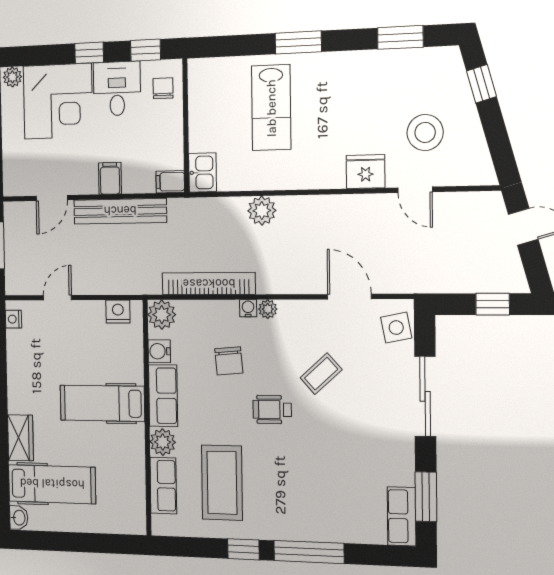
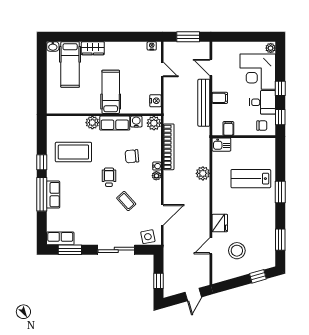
filing cabinet: (170, 182) -> (228, 128), moved
row of seats: (163, 486) -> (53, 195), moved, turned -90

